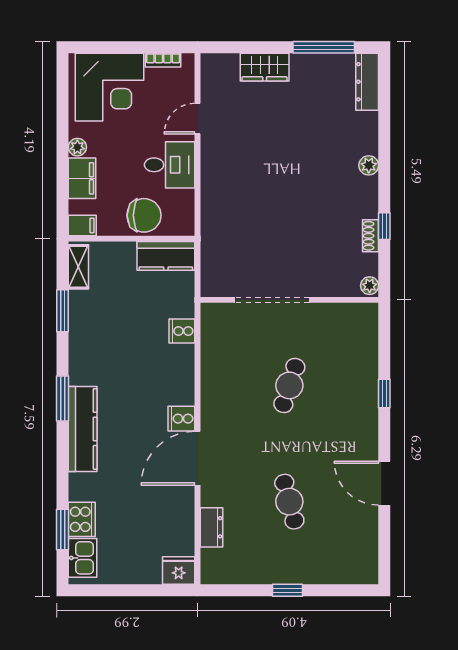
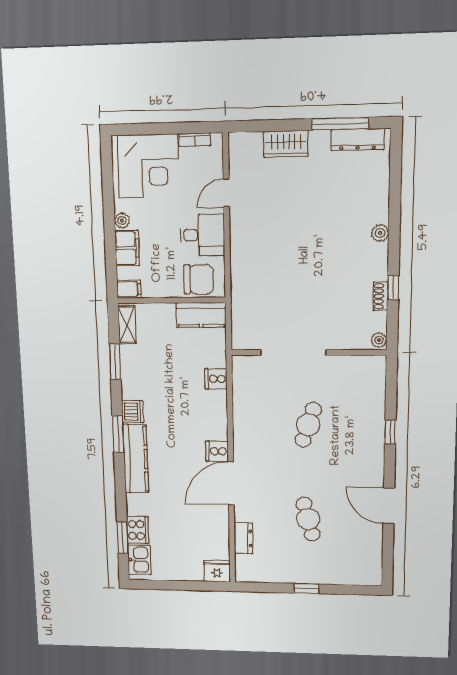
dresser: (367, 82) -> (358, 139), moved, turned -90
chair: (144, 215) -> (199, 279), moved
dishwasher: (81, 371) -> (133, 412), added

